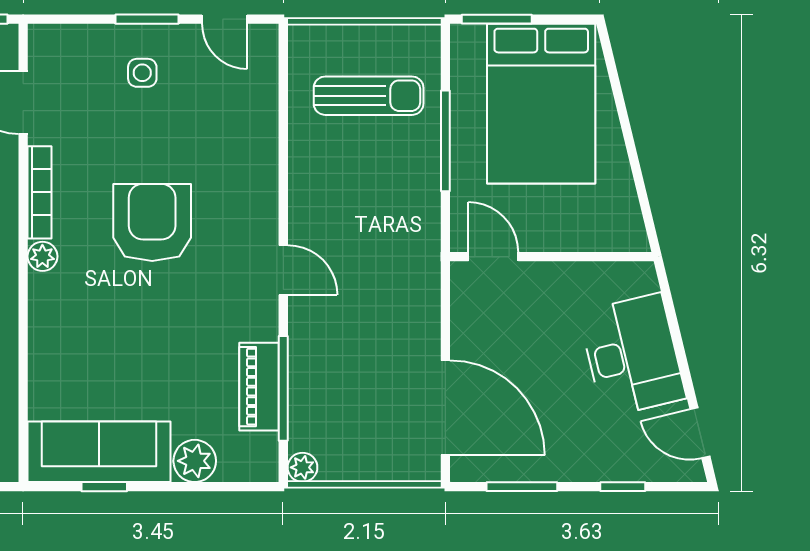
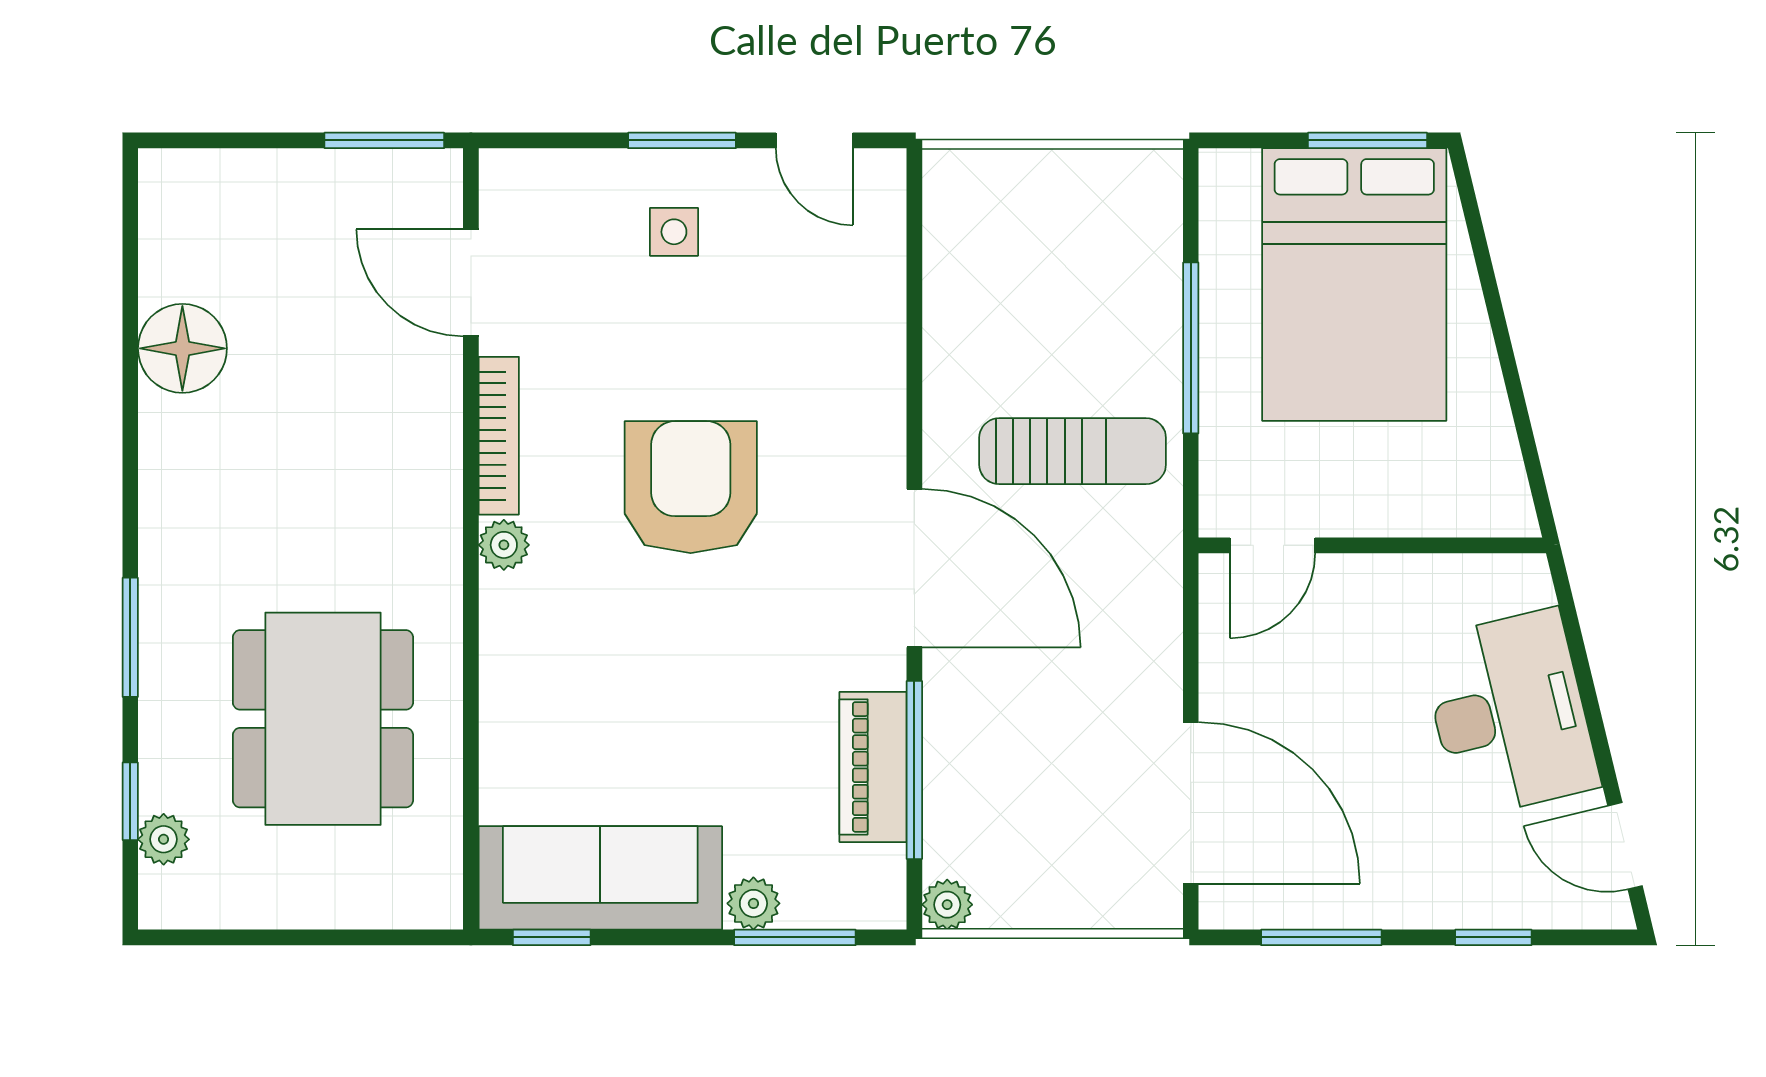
window: (497, 19) -> (1367, 140), moved
sun lounger: (369, 96) -> (1073, 451), moved
door: (493, 257) -> (1273, 545), swing flipped
door: (283, 270) -> (914, 568), width x1.87
plant: (195, 461) -> (753, 903), width x0.73, depth x0.73
window: (104, 487) -> (552, 937), moved
window: (213, 487) -> (795, 937), added

